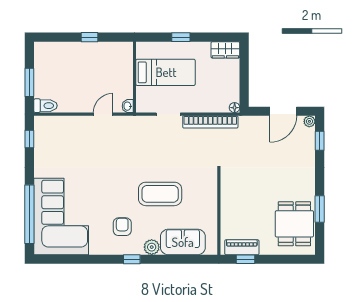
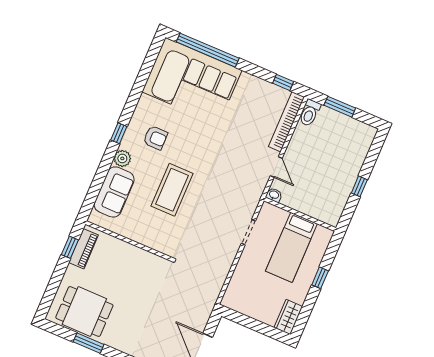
floor lamp: (235, 108) -> (227, 301), removed
bookcase: (210, 122) -> (286, 122), moved

